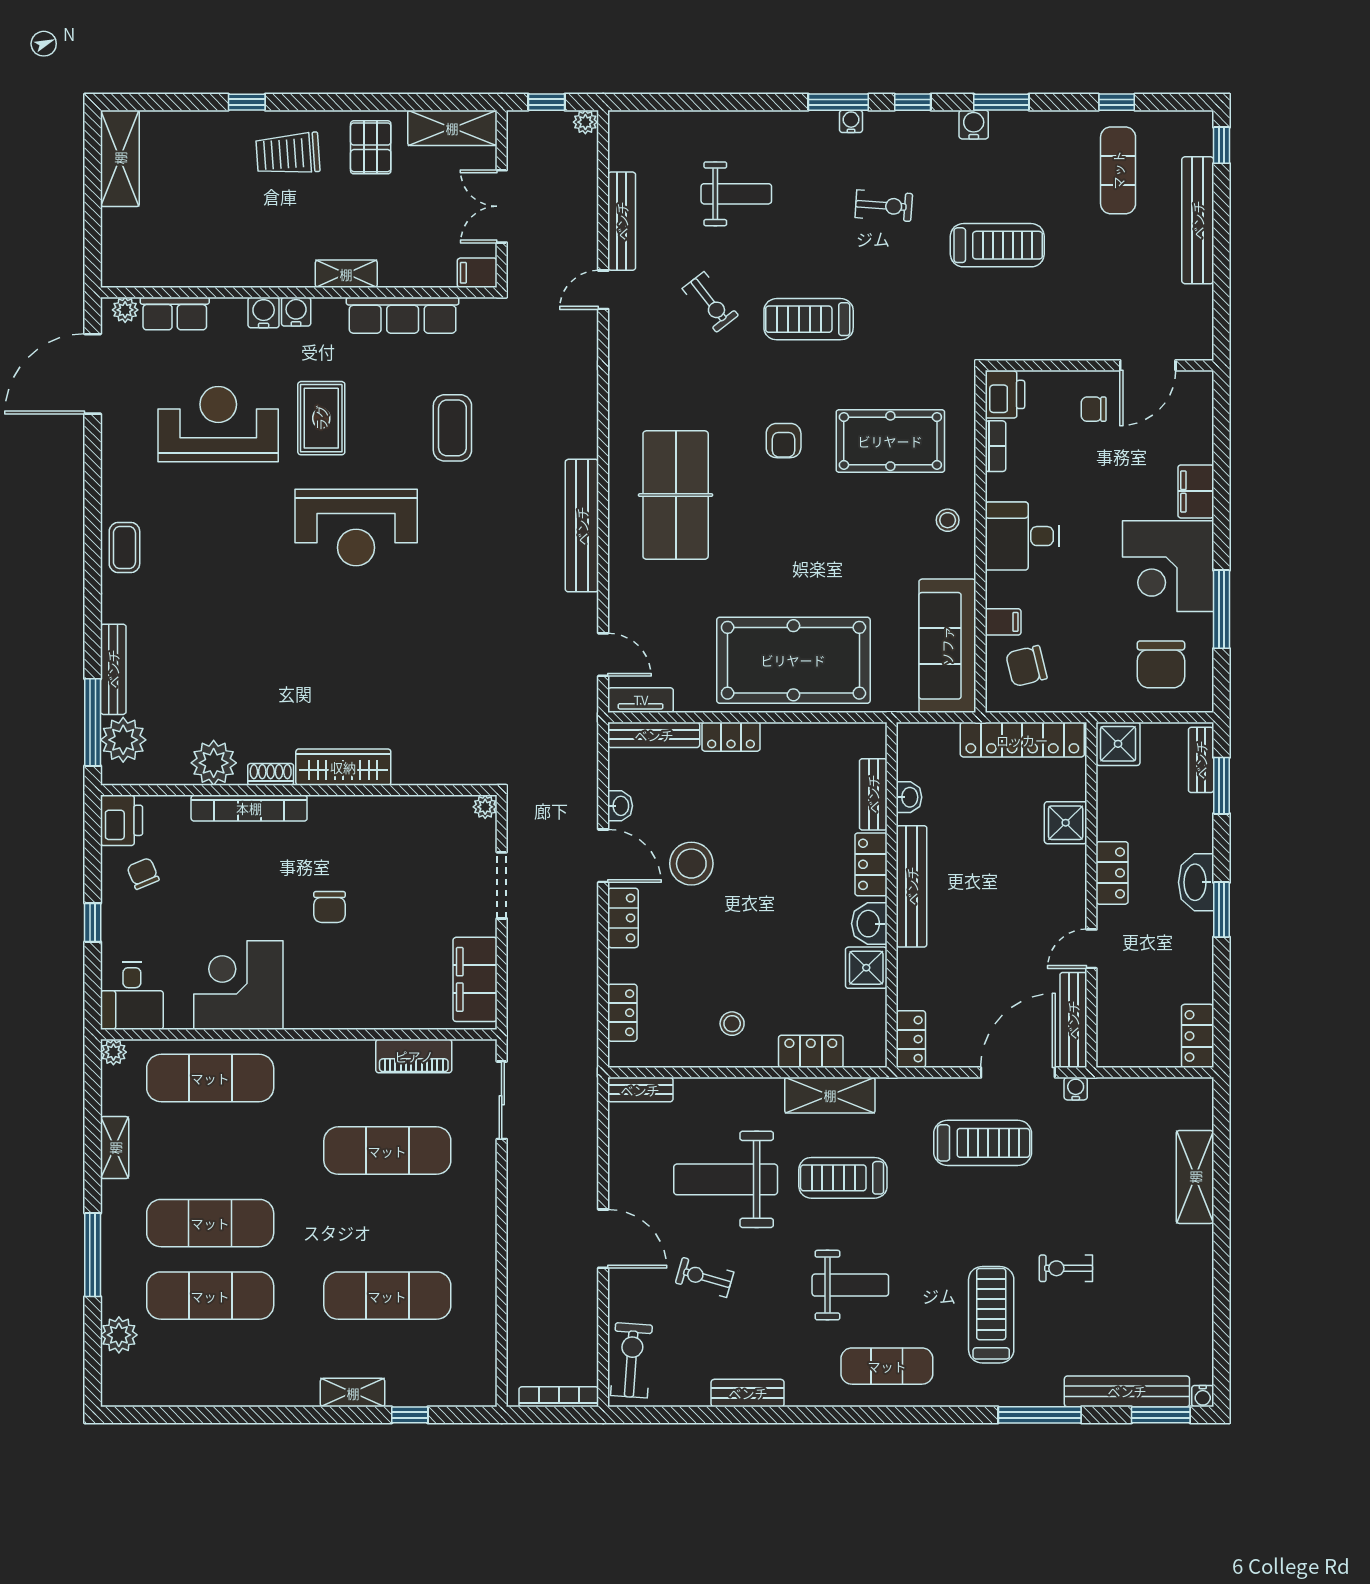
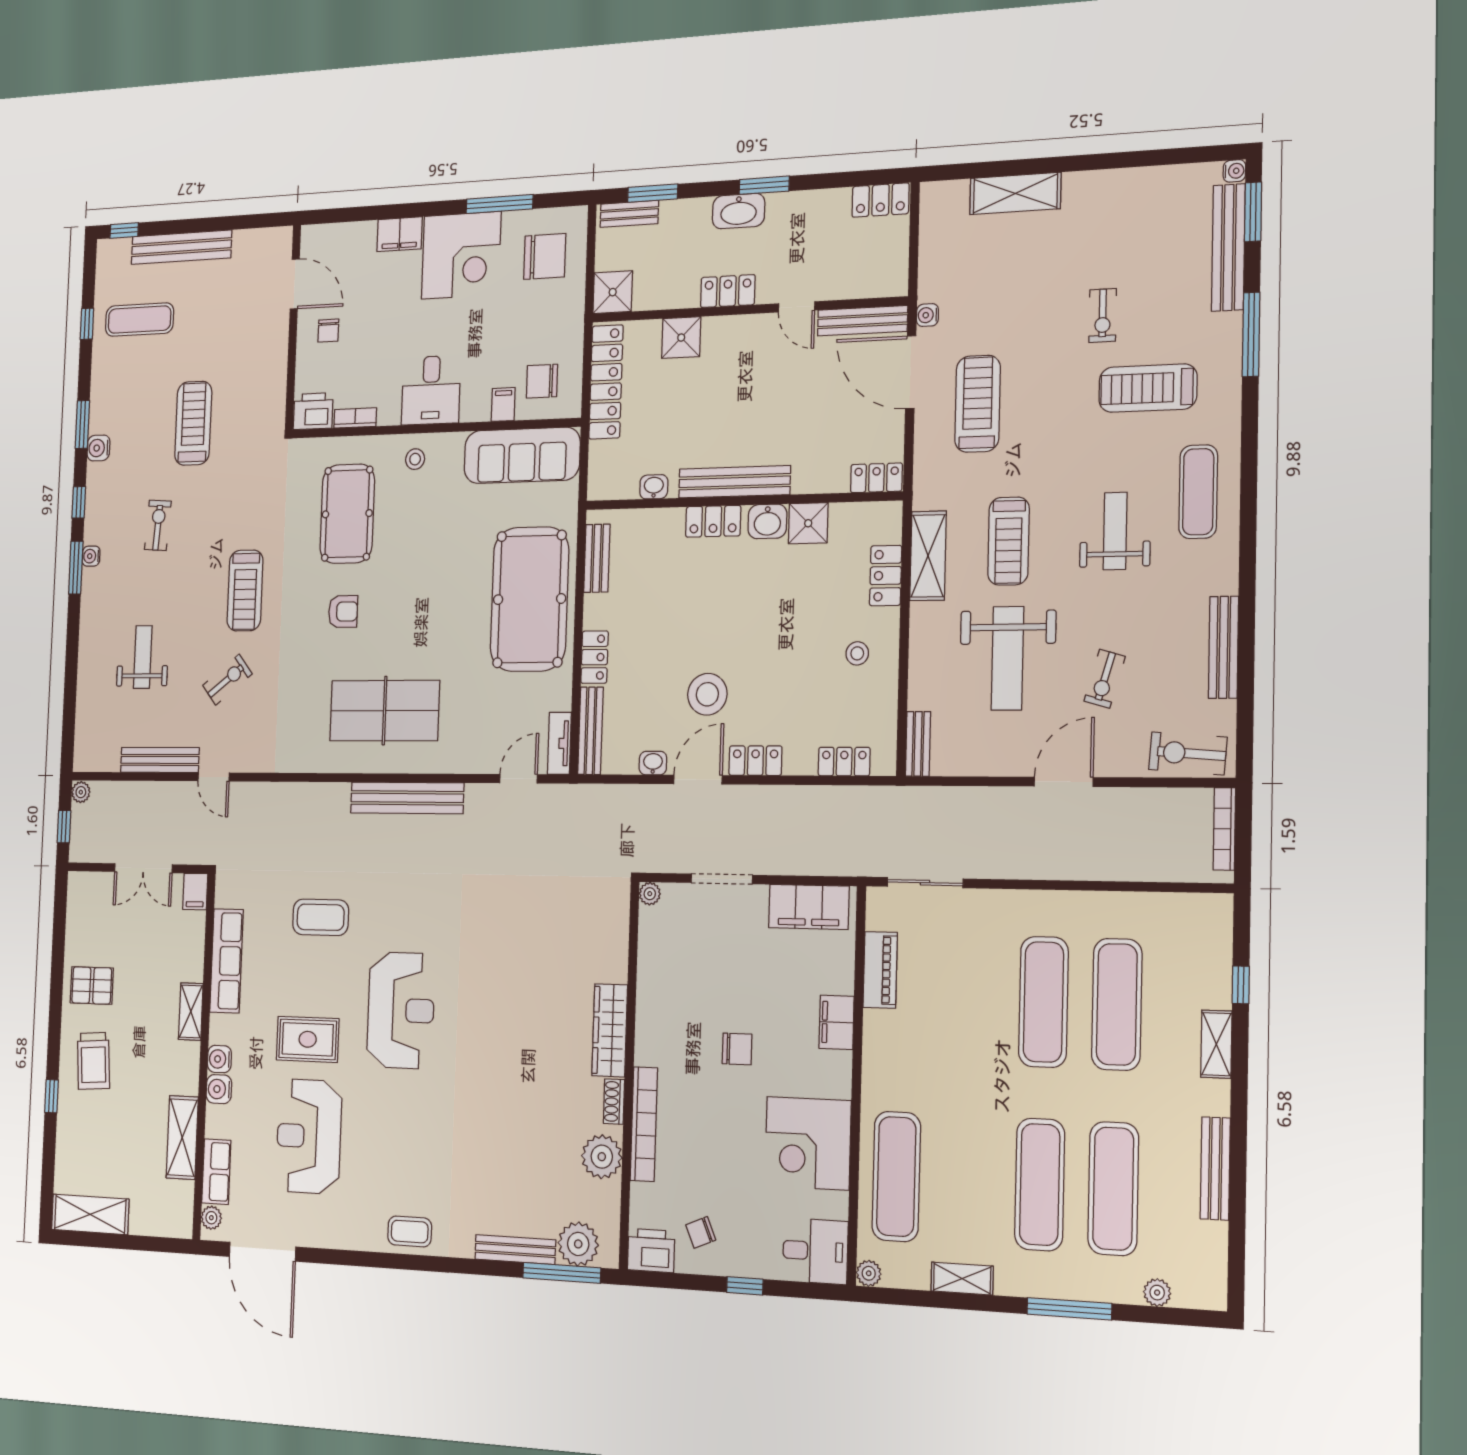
shelving: (452, 128) -> (182, 1137), moved
chair: (1026, 666) -> (542, 381), turned 104
bench: (873, 794) -> (597, 558), moved, turned 90
filing cabinet: (360, 1012) -> (837, 1022), added
exercise mat: (387, 1151) -> (1043, 1002), moved
plant: (119, 1335) -> (1157, 1293), width x0.73, depth x0.73
bench: (235, 1393) -> (1215, 1168), added
bench: (748, 1393) -> (1223, 647), width x1.36

